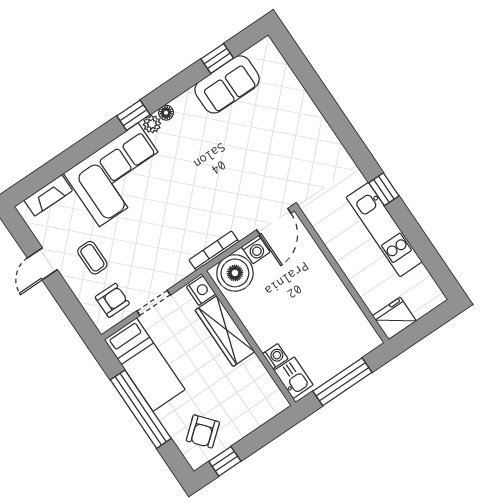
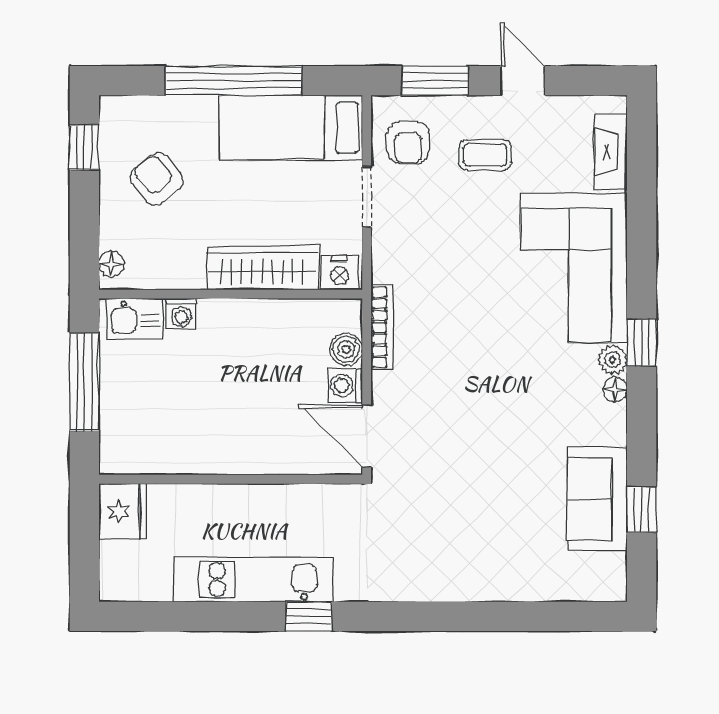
boiler: (235, 273) -> (346, 349), width x0.54, depth x0.54
window: (72, 308) -> (435, 81), added
floor lamp: (274, 408) -> (111, 264), added
armchair: (203, 431) -> (157, 179), moved

